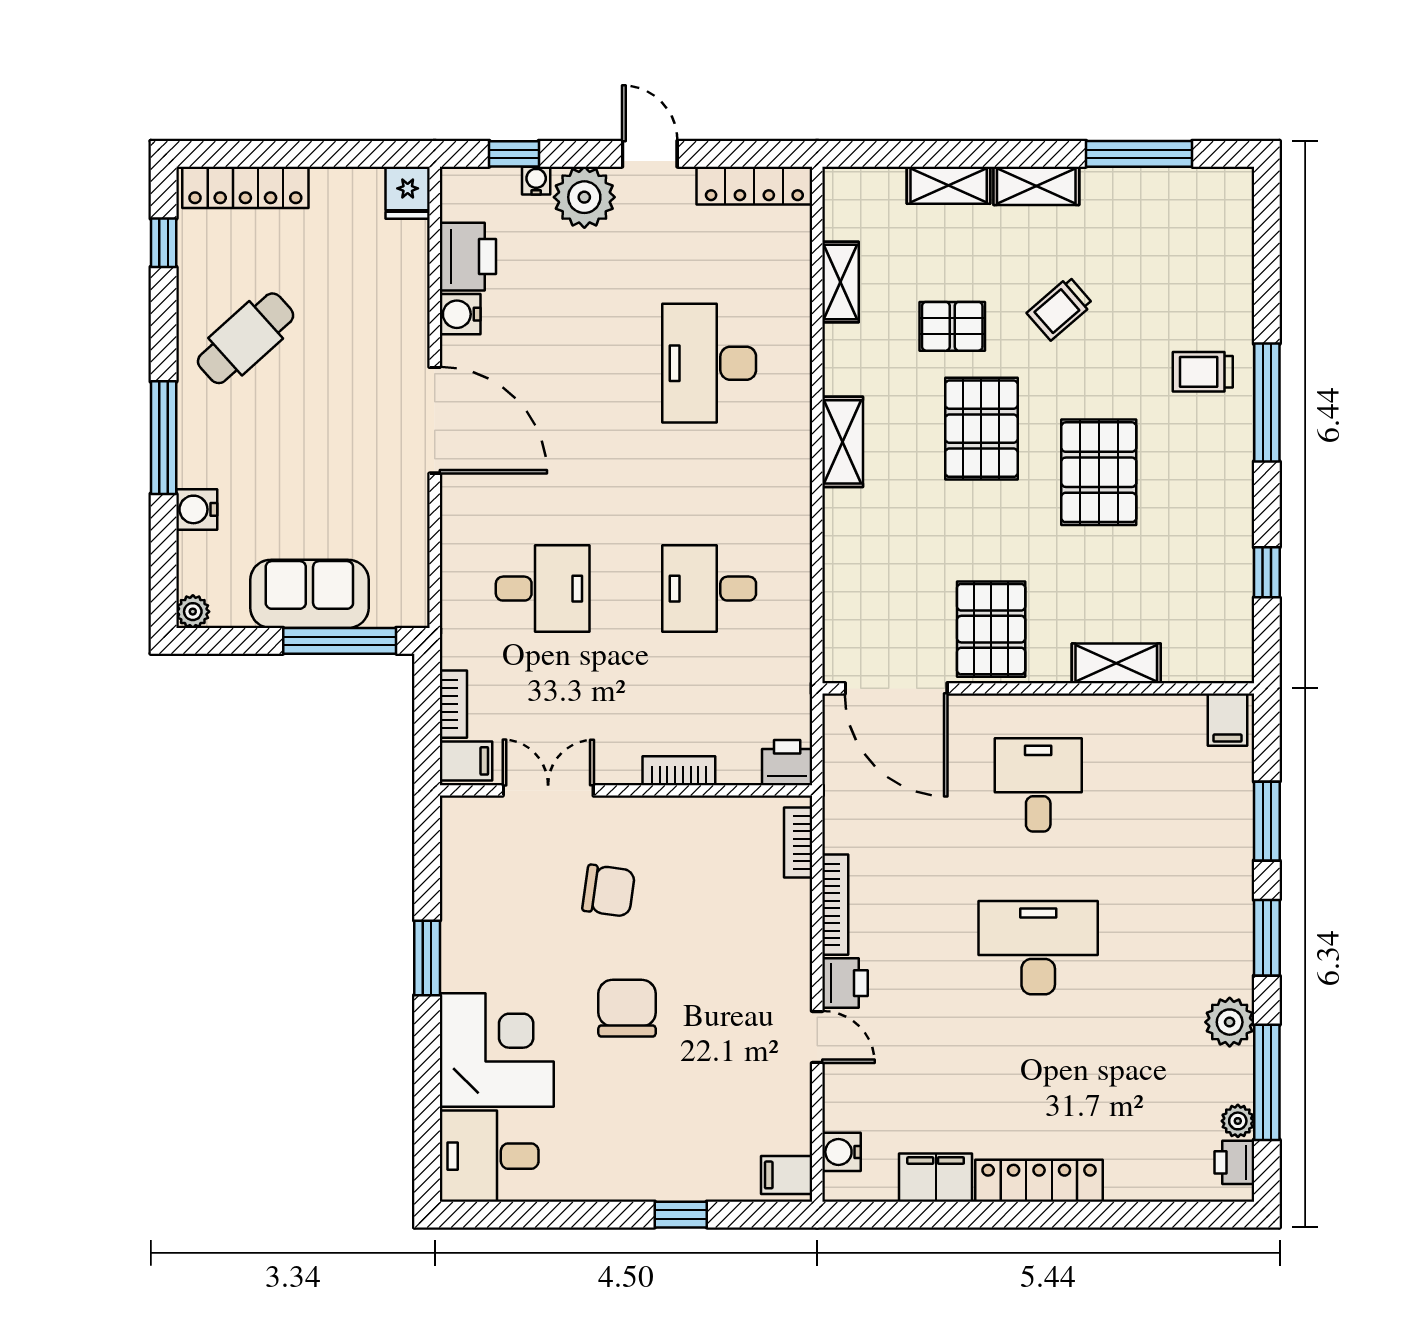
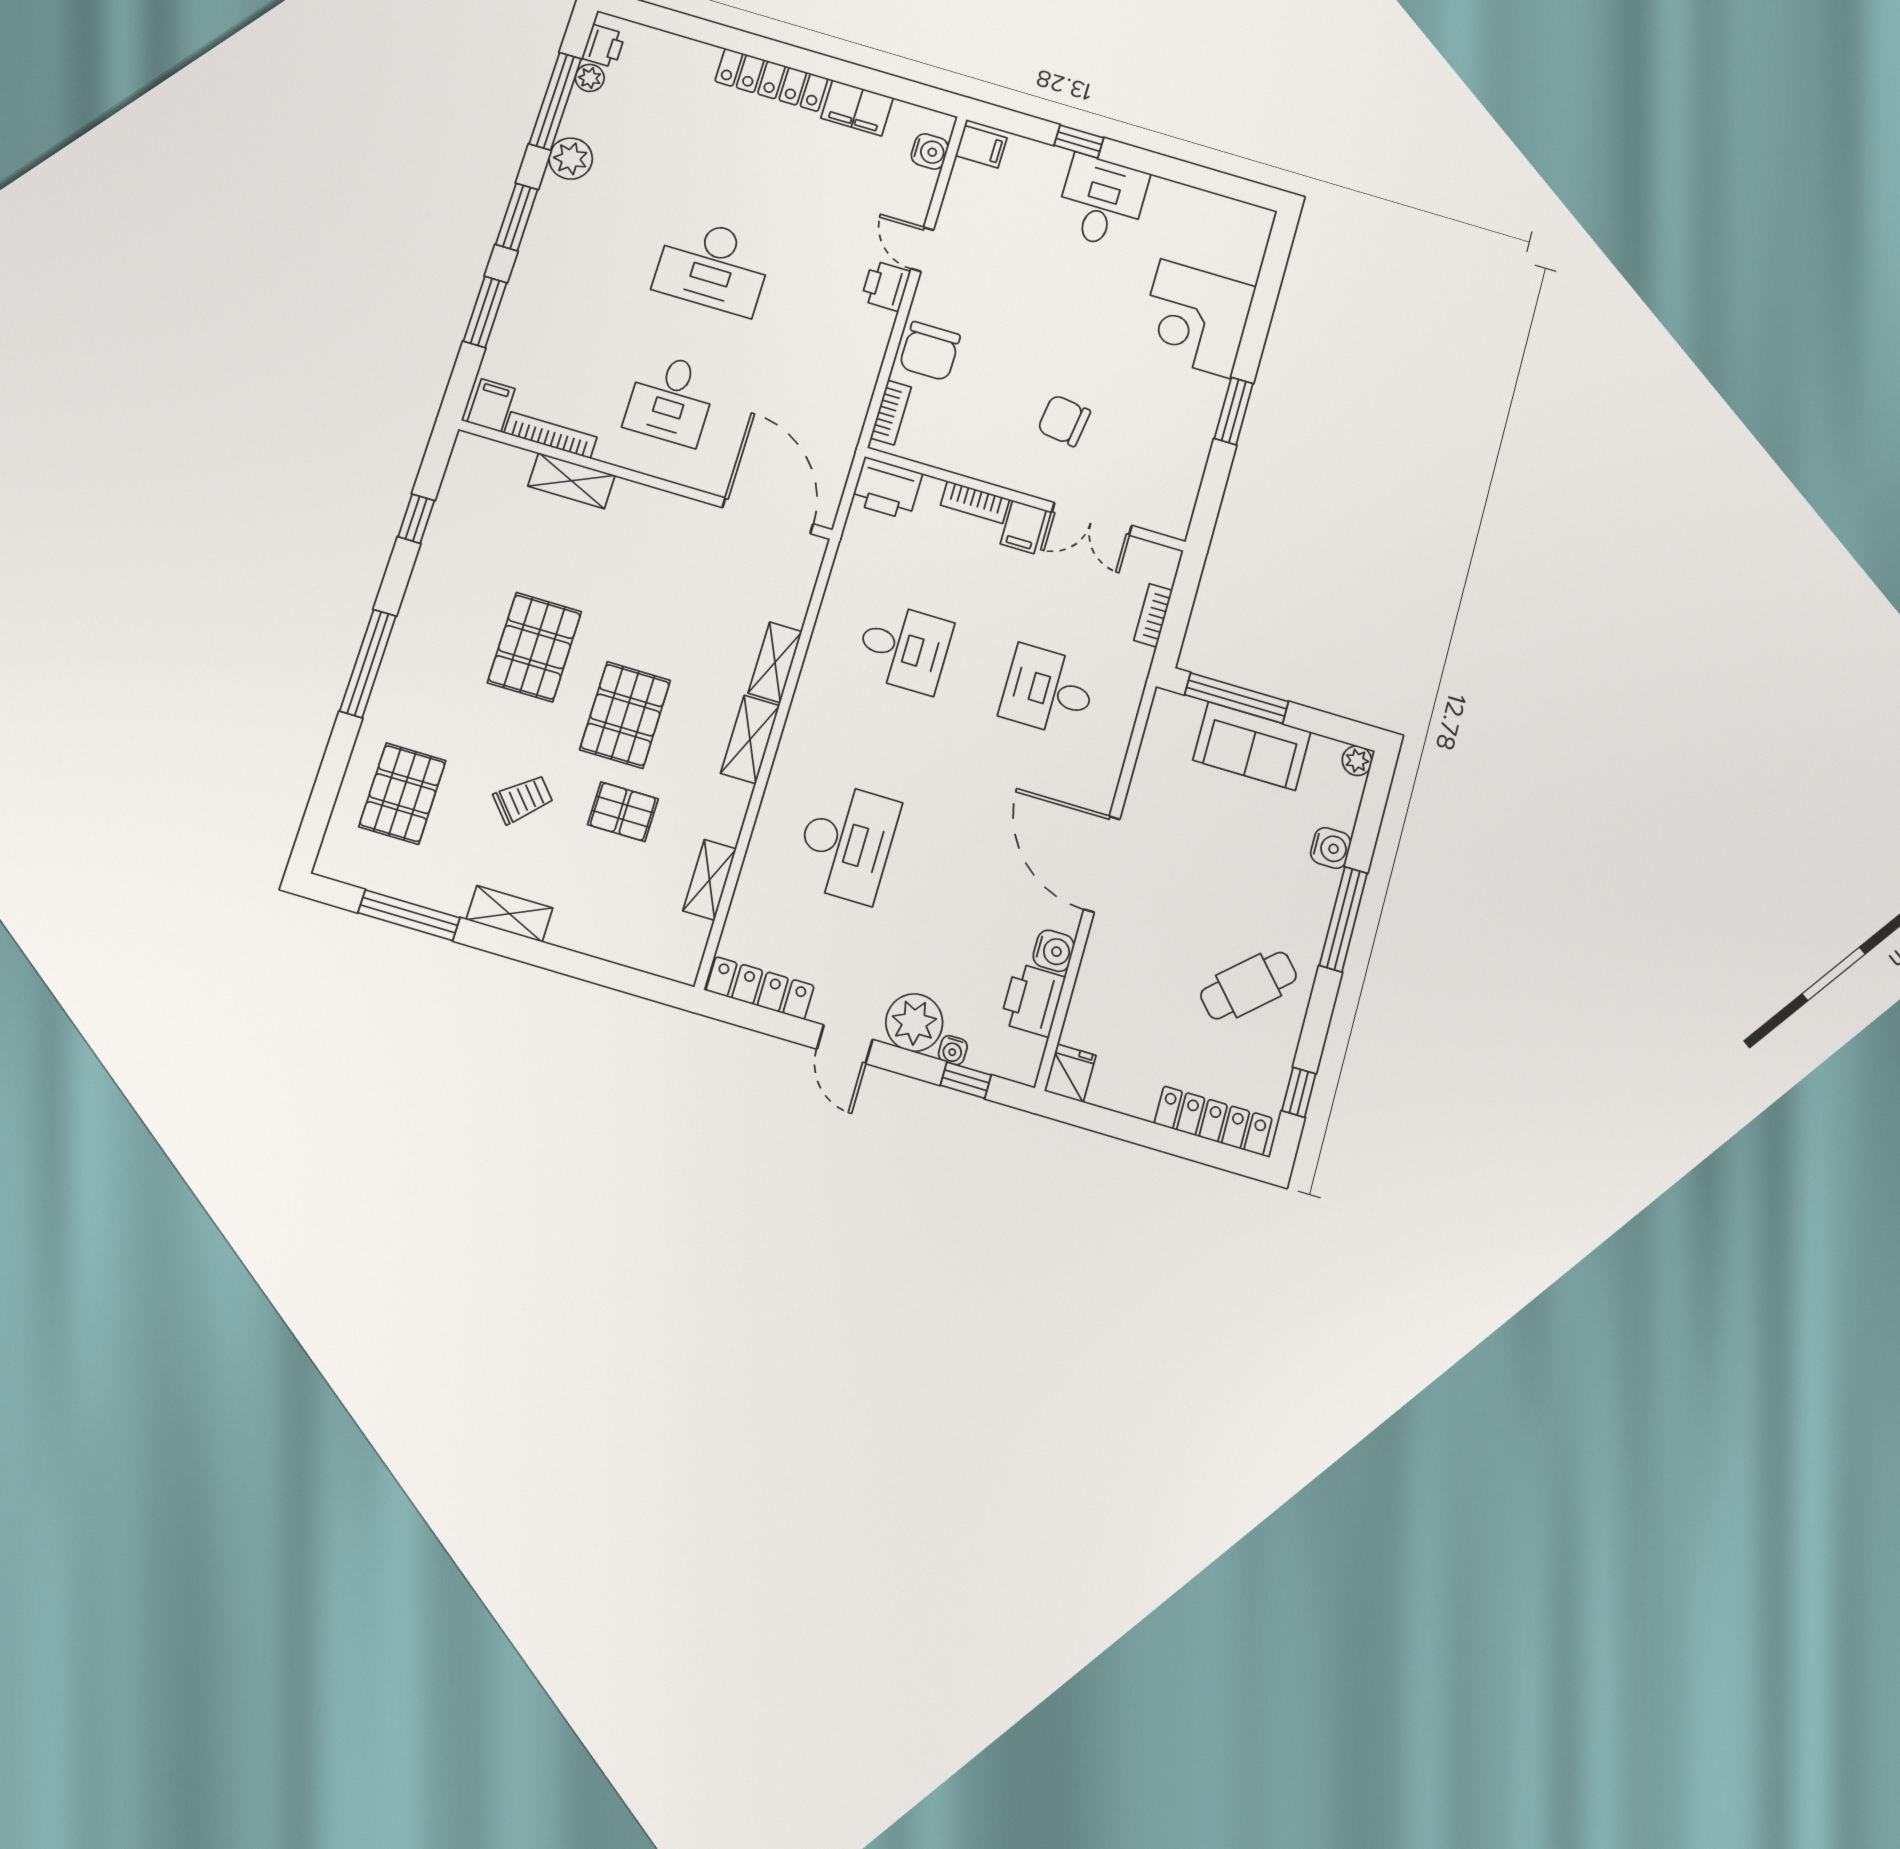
shelving: (949, 185) -> (775, 662), moved, turned 90
trolley: (1203, 372) -> (415, 707), removed
pallet: (991, 629) -> (402, 794), moved
filing cabinet: (466, 761) -> (1023, 527), moved, turned -90
printer: (787, 763) -> (887, 488), width x1.36, depth x1.24
bookcase: (835, 905) -> (550, 435), moved, turned 90
chair: (627, 1008) -> (930, 351), moved
desk: (489, 1156) -> (1102, 202), moved, turned -90

